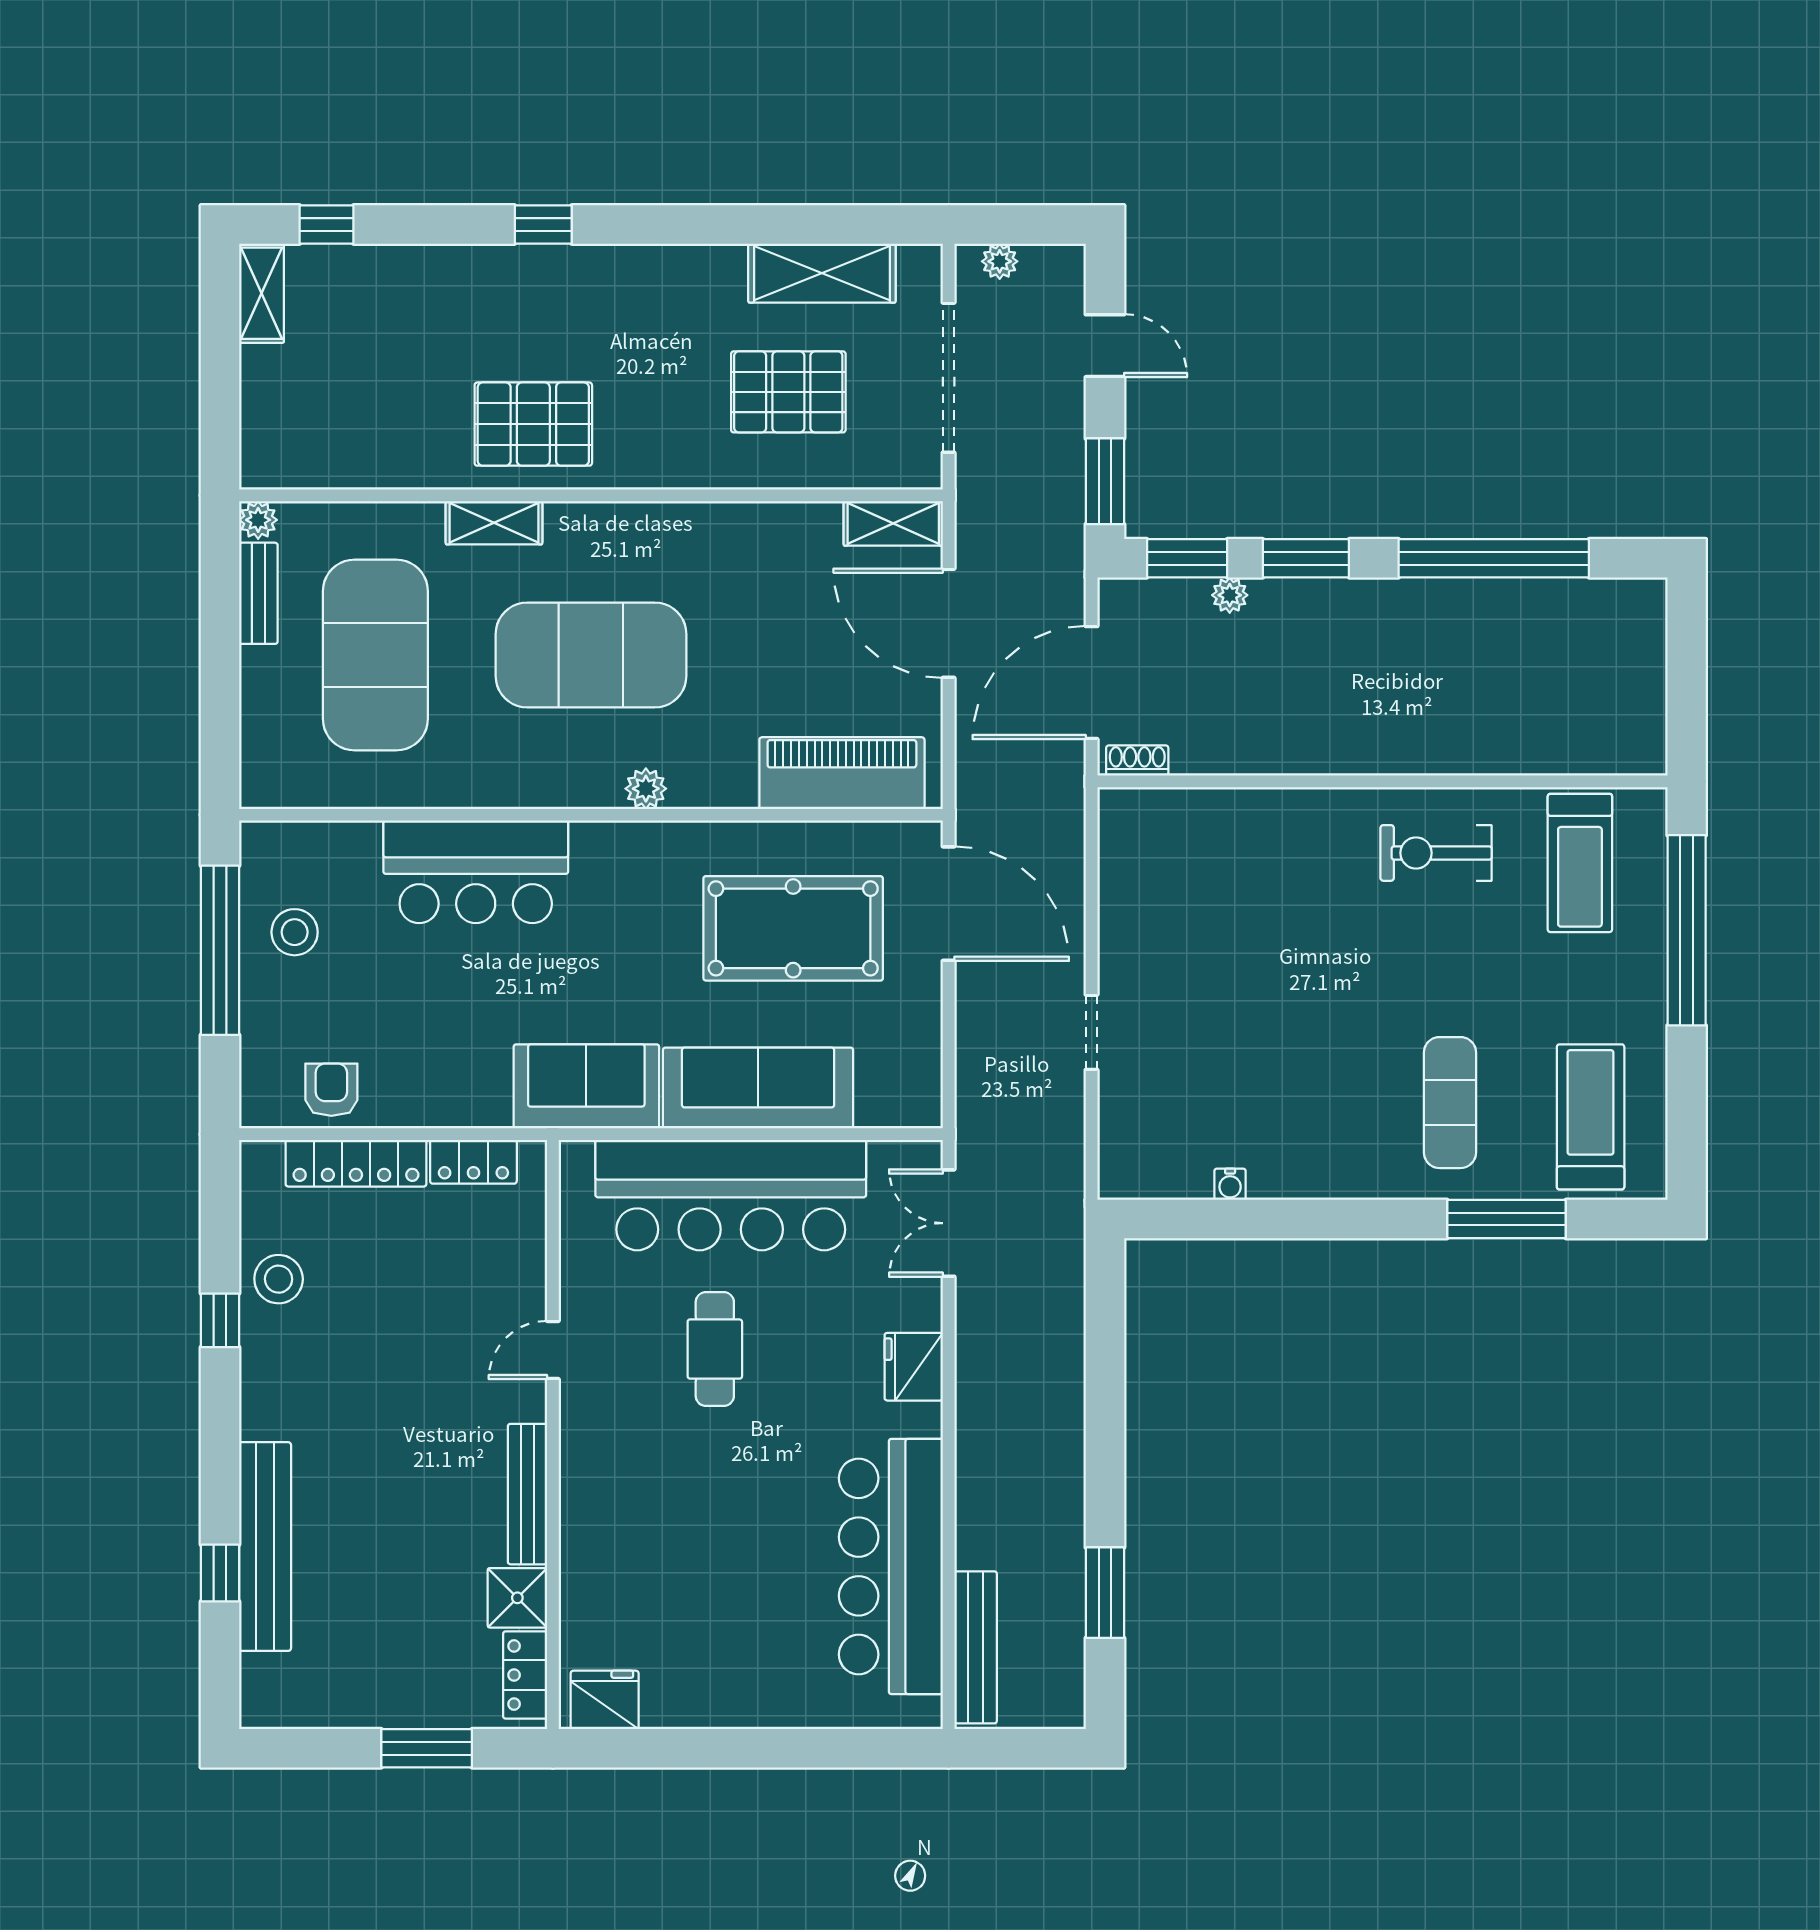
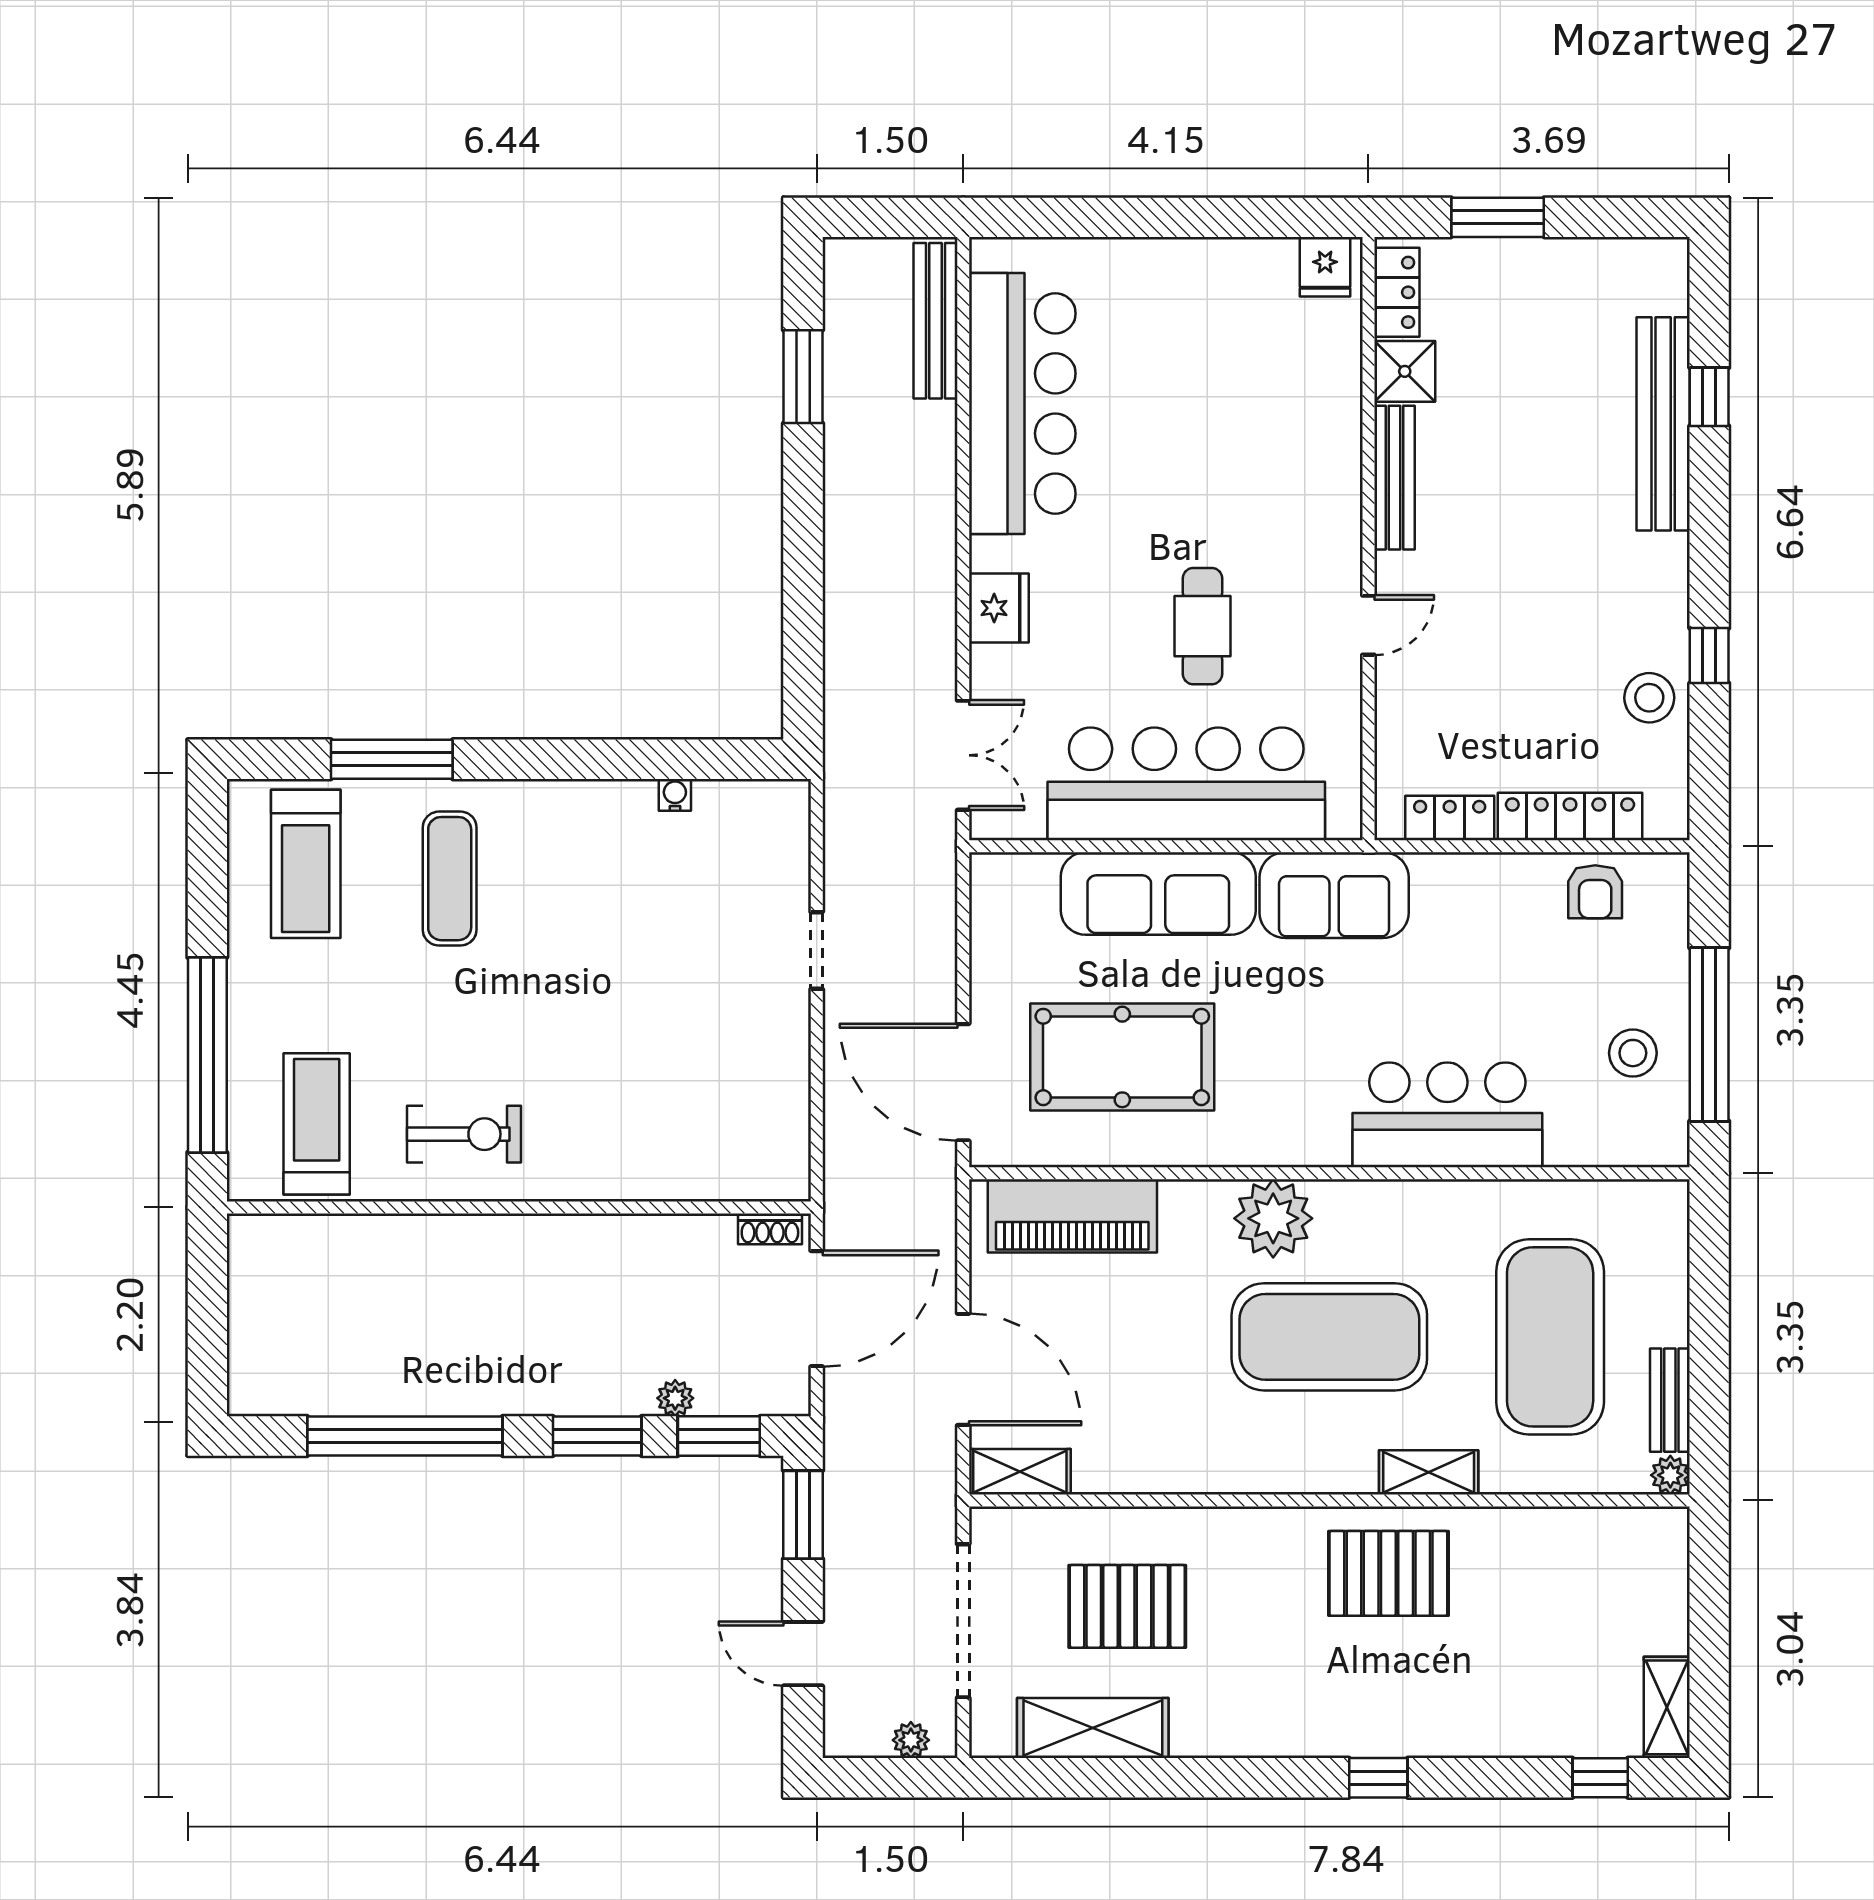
plant: (646, 789) -> (1273, 1218), width x1.87, depth x1.87
fridge: (605, 1700) -> (1325, 267), width x0.72

